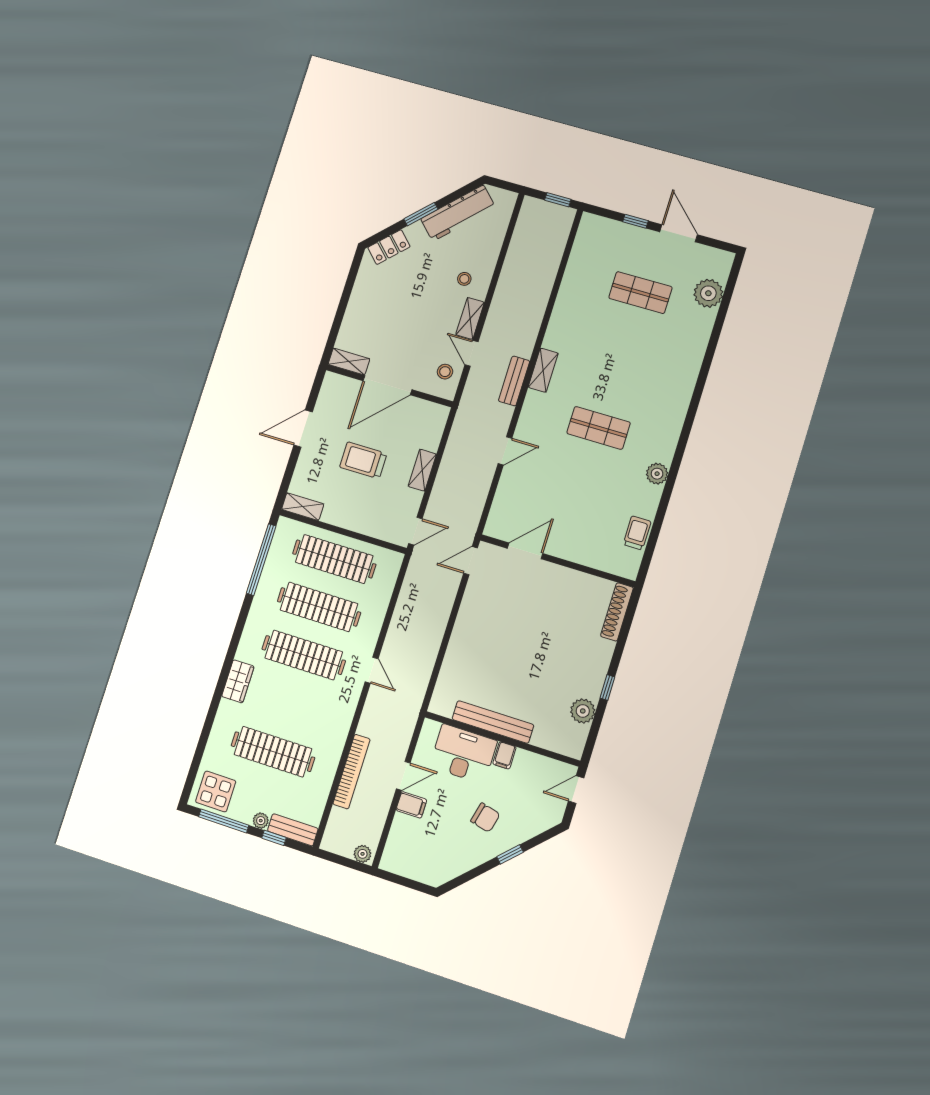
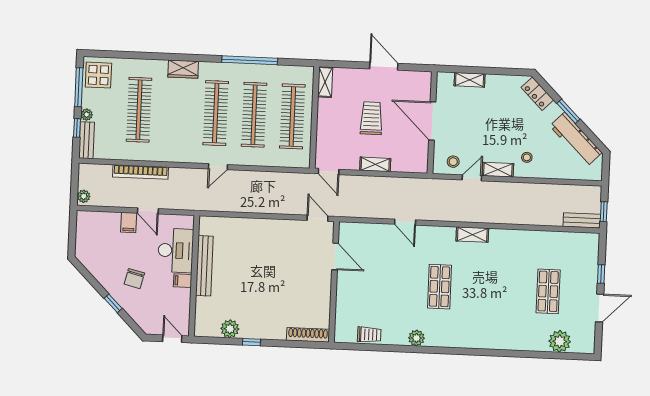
shelving: (349, 362) -> (470, 80), moved, turned 90
bench: (514, 381) -> (582, 220), moved
window: (261, 560) -> (250, 60), moved

